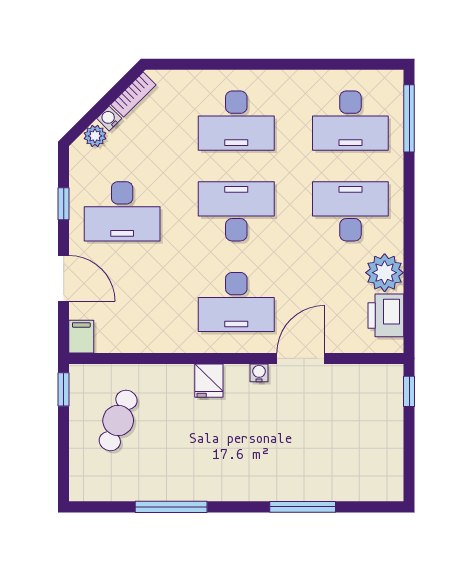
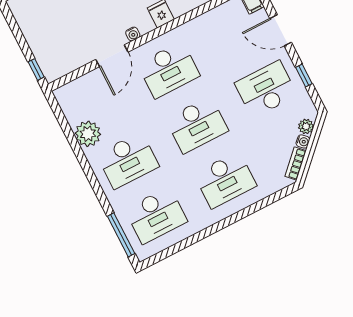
desk: (236, 121) -> (225, 180), turned 180
desk: (350, 121) -> (156, 215), turned 180
desk: (236, 302) -> (169, 70), turned 180
printer: (386, 315) -> (74, 108), removed

